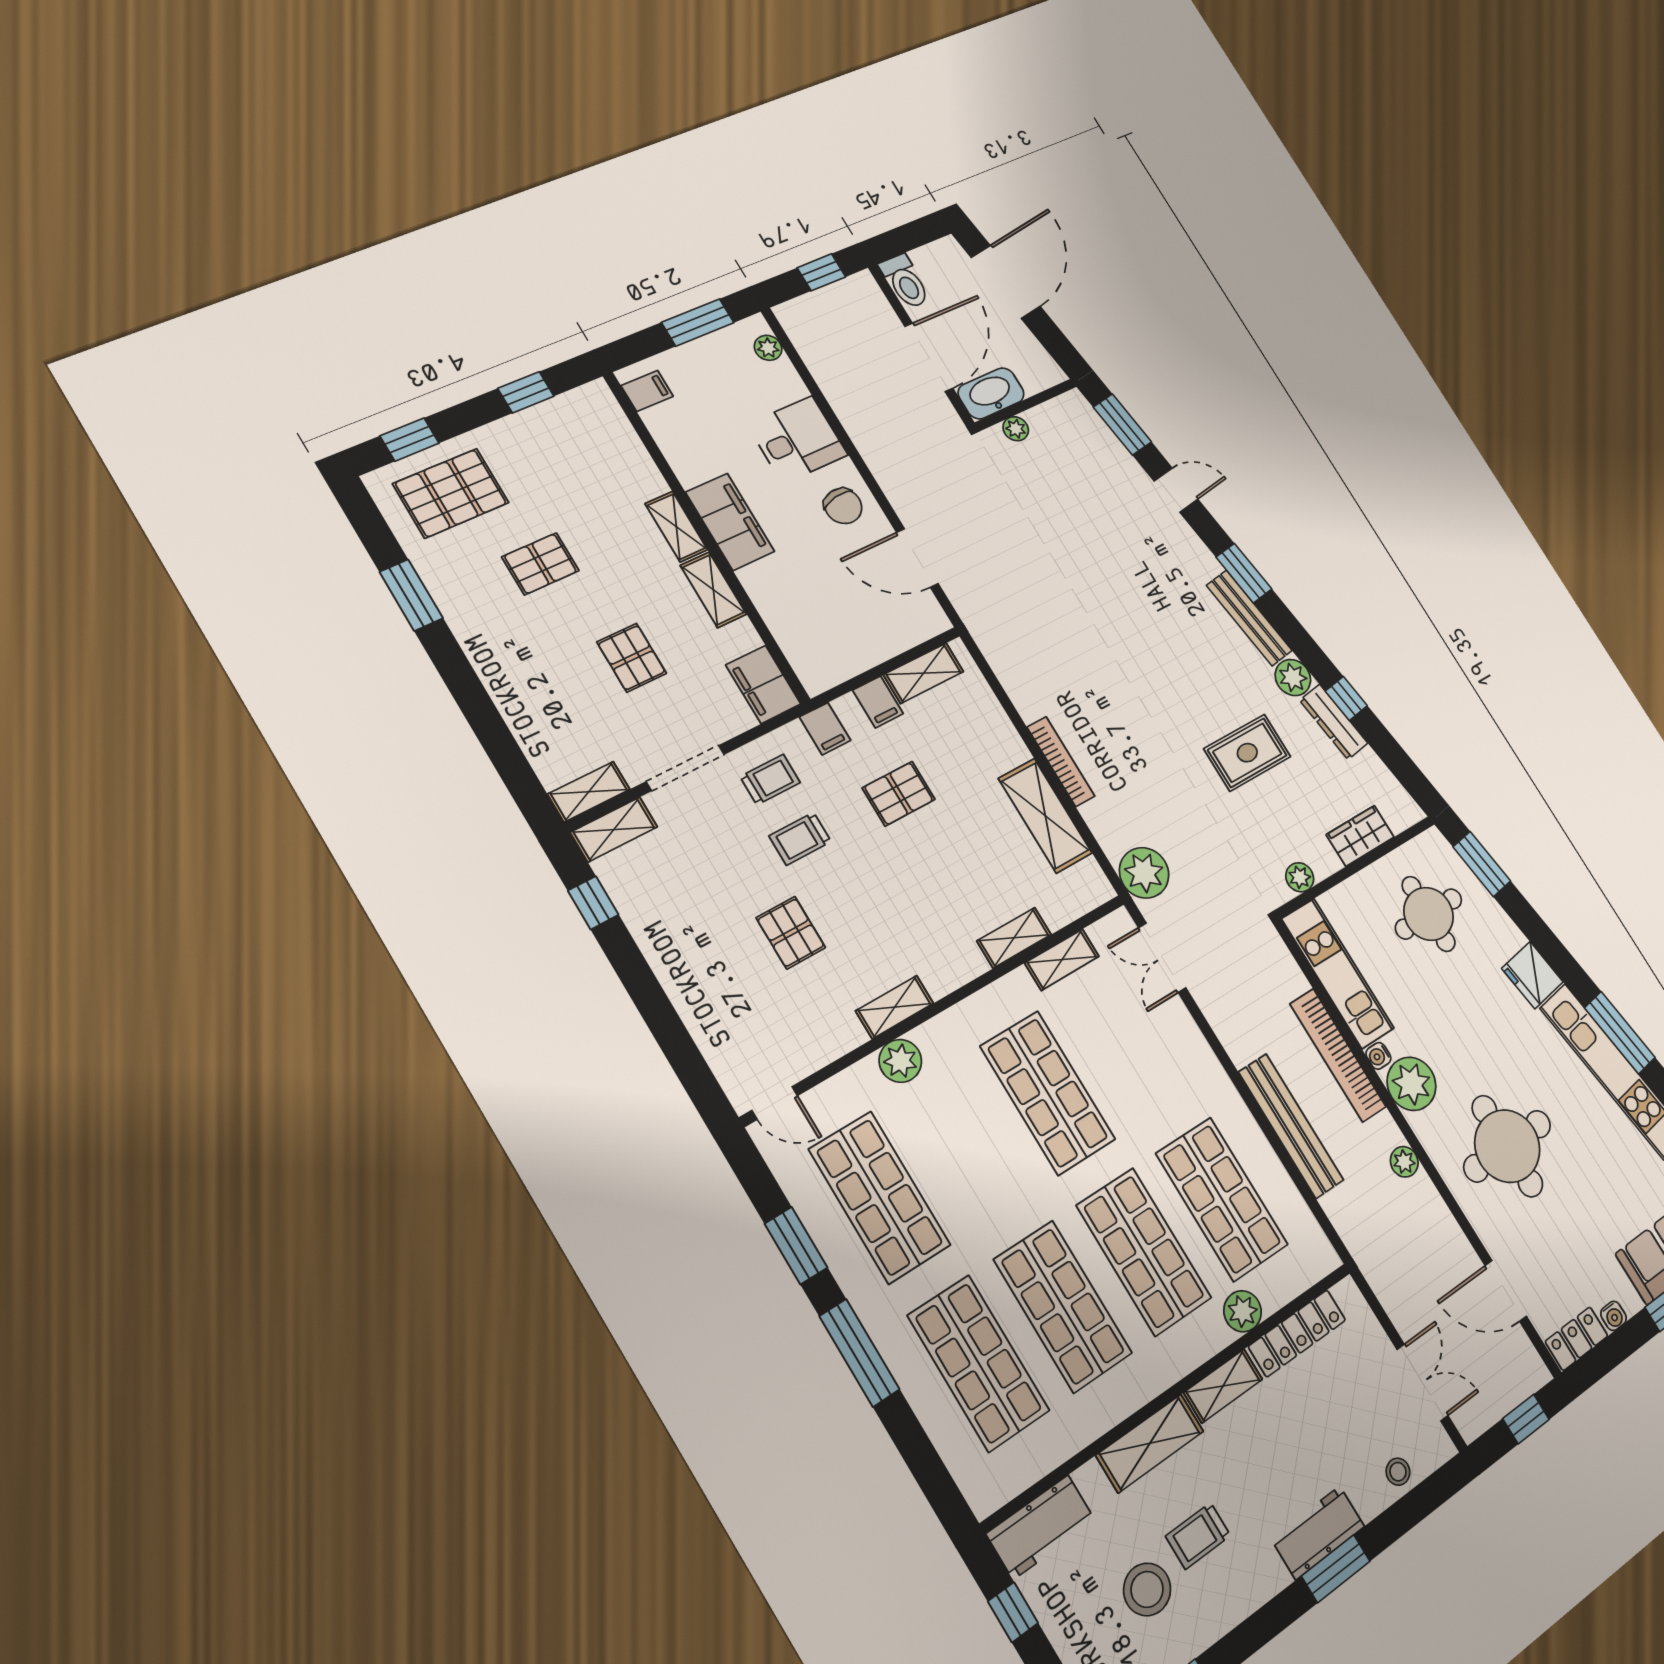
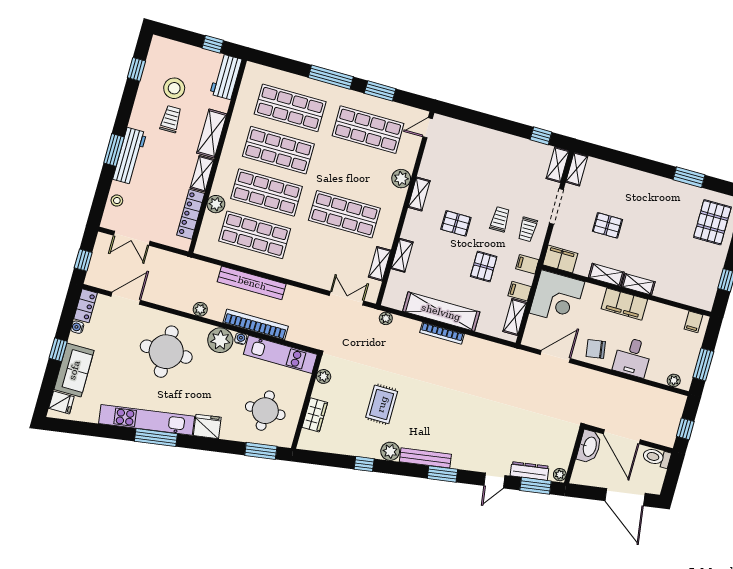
plant: (1016, 429) -> (560, 475), moved
pallet: (540, 564) -> (664, 227), removed
corner desk: (827, 635) -> (557, 297), added
dresser: (1334, 722) -> (530, 471), moved
shelving: (1045, 816) -> (441, 312), width x1.47
plant: (1144, 873) -> (386, 318), width x0.53, depth x0.53
pallet: (791, 933) -> (456, 223), moved
workbench: (1318, 1533) -> (130, 156), width x1.38

